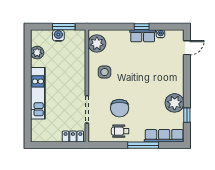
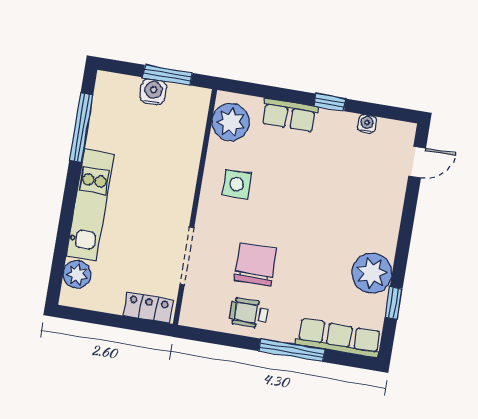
row of seats: (143, 36) -> (289, 115), moved
plant: (37, 53) -> (77, 274), moved
window: (28, 58) -> (81, 128), added
chair: (120, 108) -> (255, 265), turned 180

